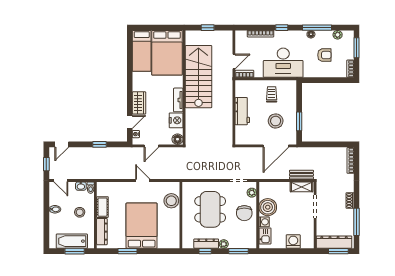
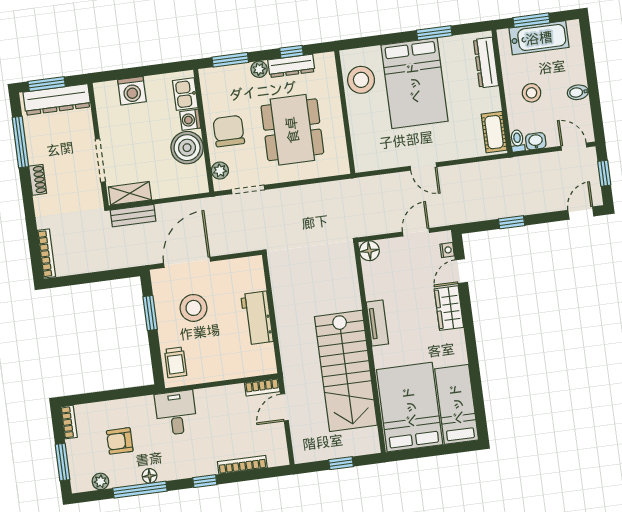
desk: (283, 63) -> (176, 413), width x0.53, depth x0.77
trolley: (272, 94) -> (175, 362), moved
nightstand: (176, 120) -> (377, 285), removed
stool: (171, 201) -> (361, 80), moved
cot: (102, 207) -> (494, 132), moved

